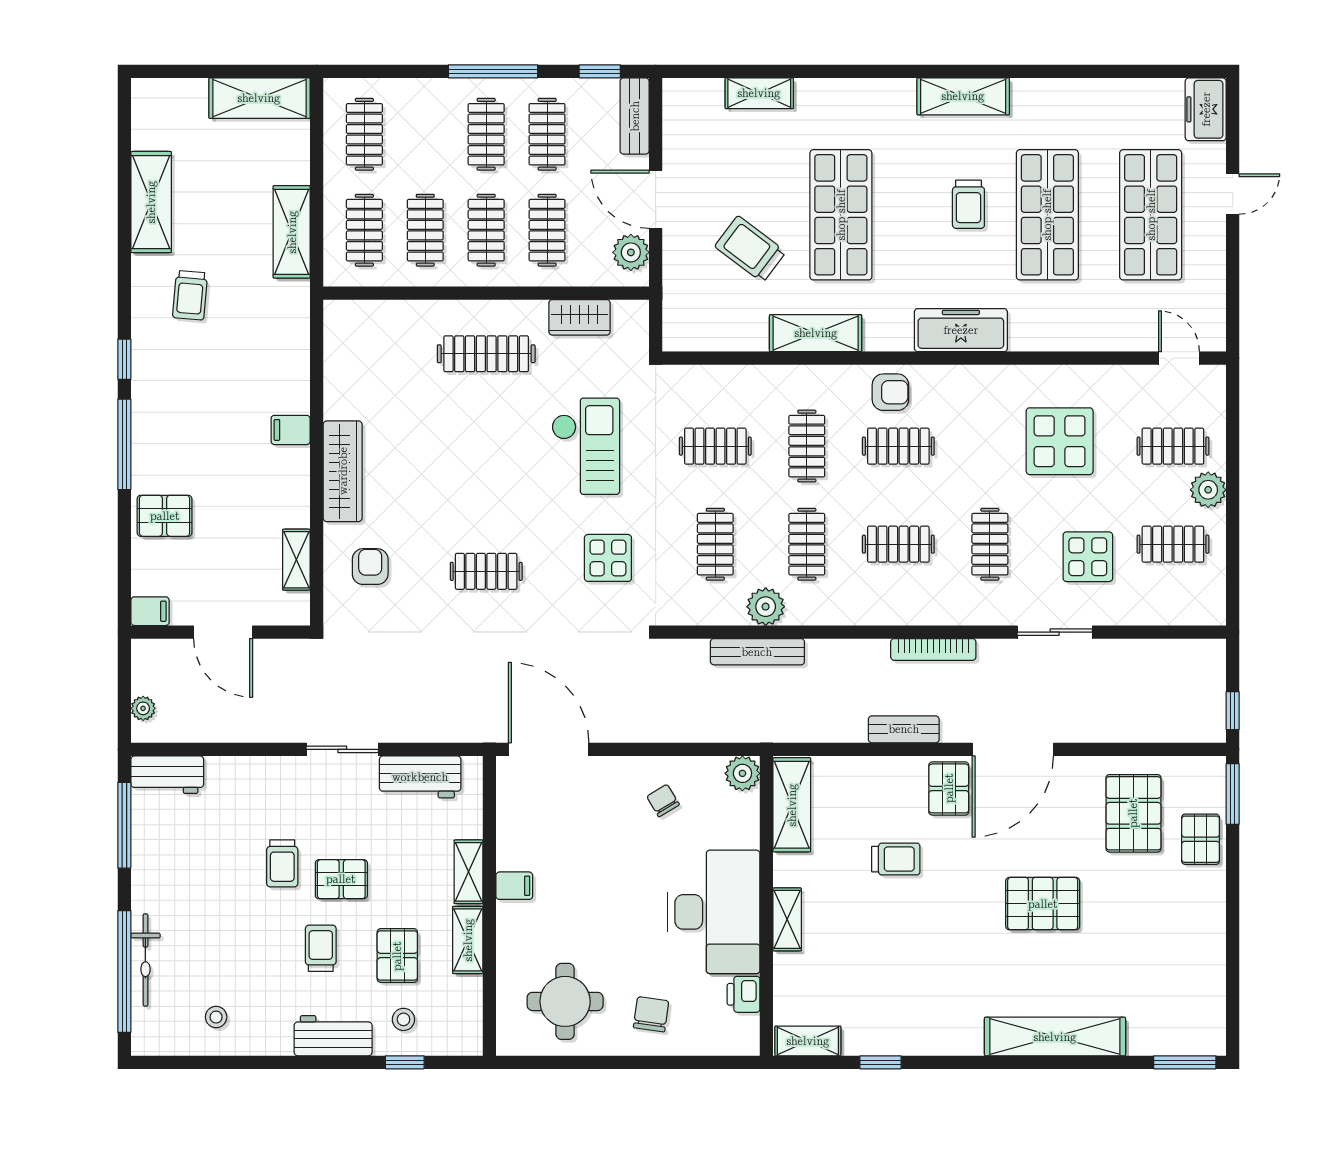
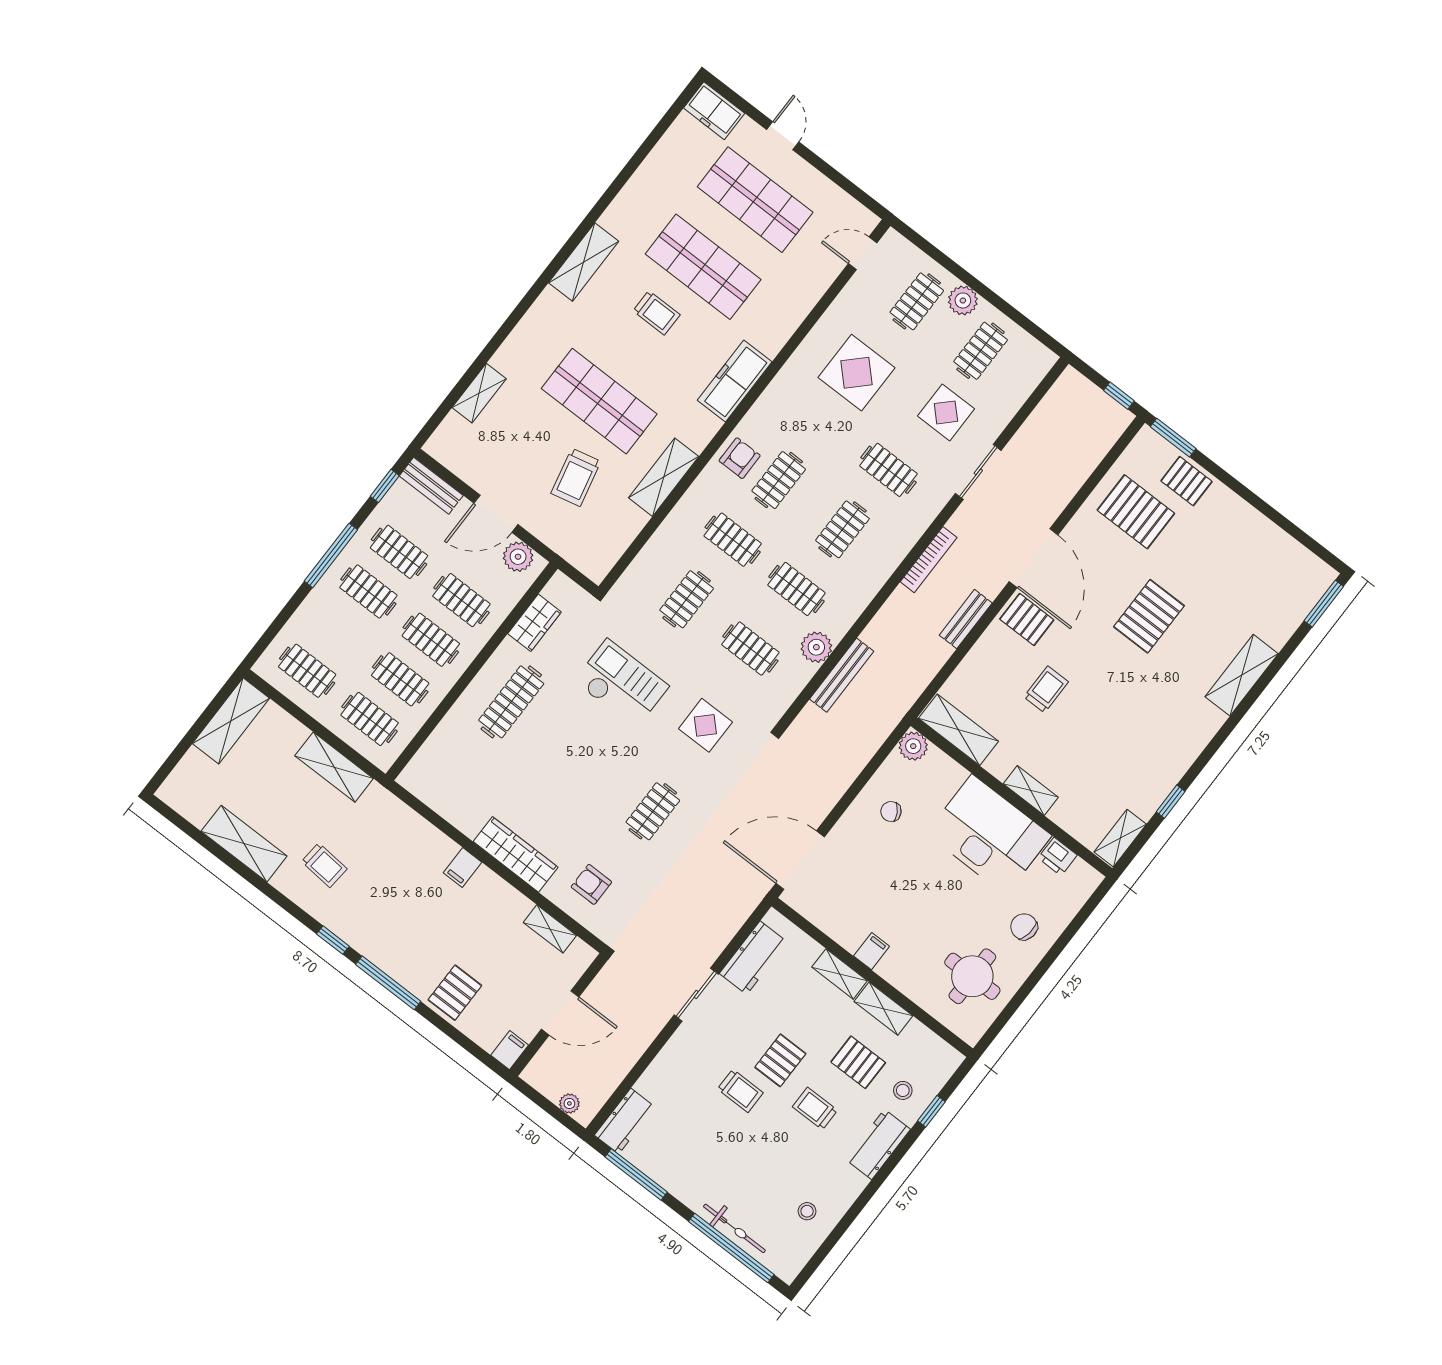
trolley: (750, 249) -> (576, 477), turned -50
shelving: (1055, 1037) -> (1242, 675), width x0.68

